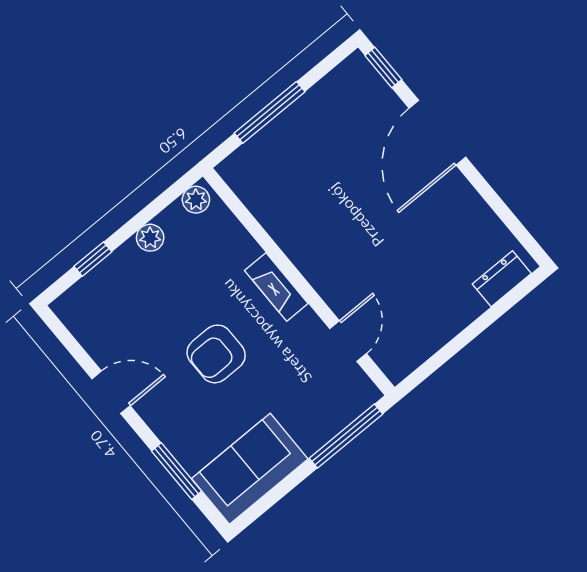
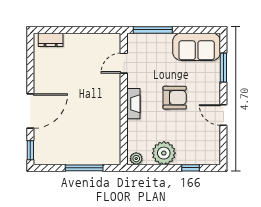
plant: (150, 238) -> (164, 153), width x1.87, depth x1.87

